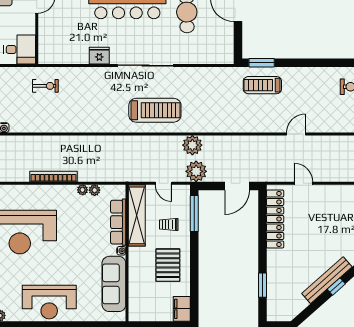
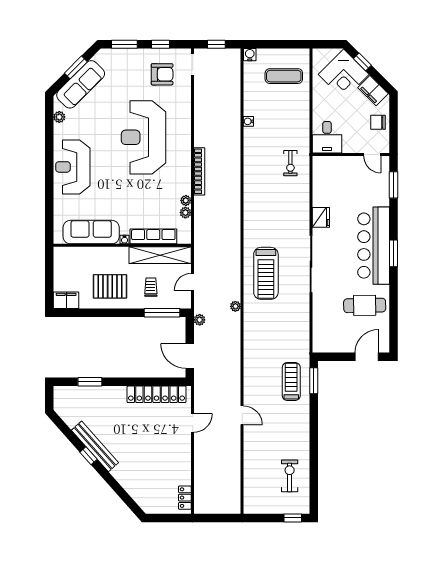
plant: (192, 145) -> (235, 306), width x0.53, depth x0.53
plant: (196, 171) -> (200, 320), width x0.53, depth x0.53

